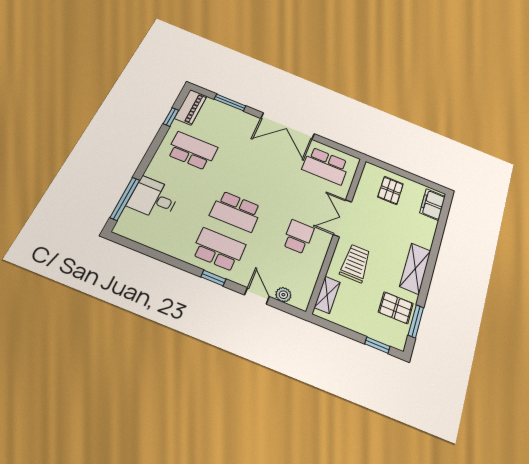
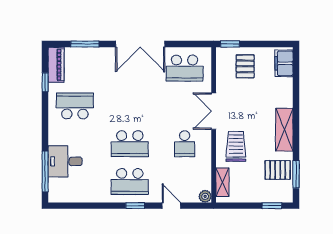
window: (381, 164) -> (230, 44), added
school desk: (298, 237) -> (185, 144), turned 180
school desk: (219, 250) -> (130, 182), turned 180
plant: (283, 295) -> (205, 196), moved

